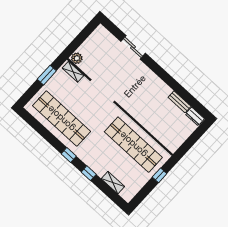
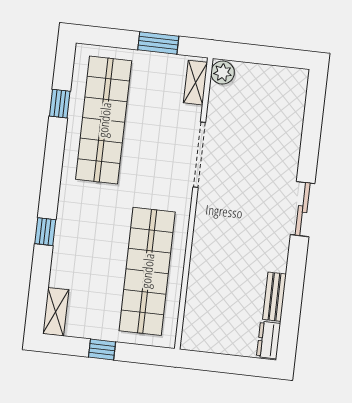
sliding door: (133, 47) -> (303, 209), moved
window: (69, 155) -> (60, 104), moved
window: (160, 175) -> (102, 350), moved
shelving: (113, 183) -> (56, 312), moved

